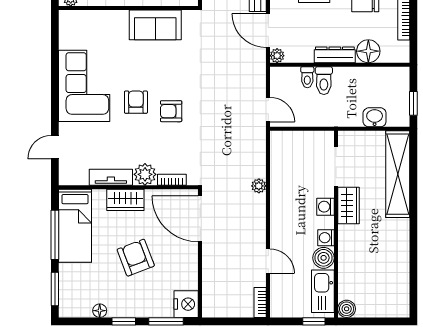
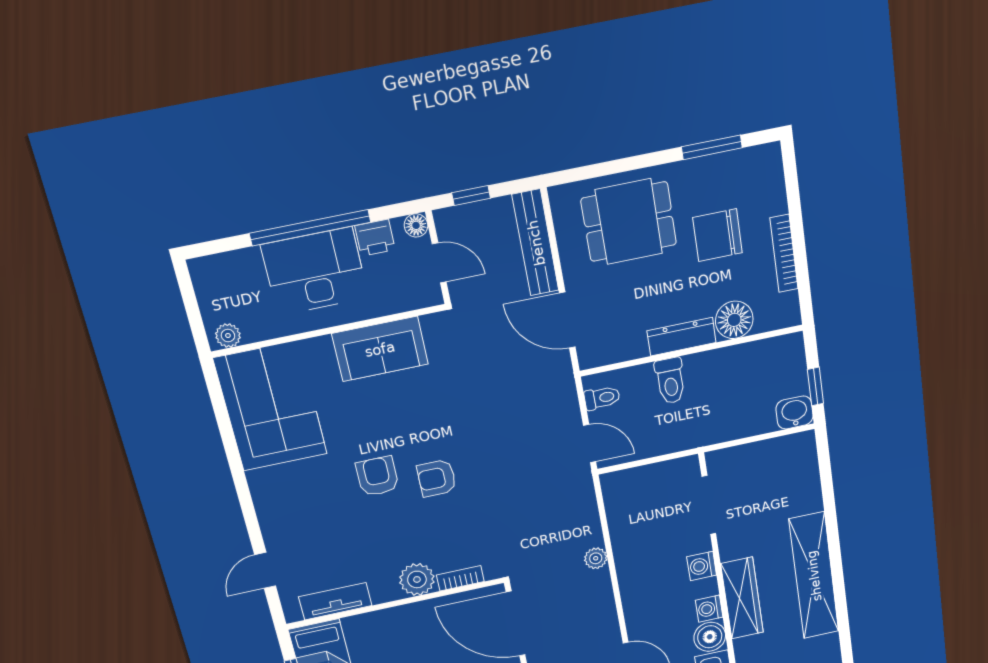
plant: (277, 56) -> (589, 357), removed
toilet: (307, 77) -> (602, 398), moved, turned -90
corner sofa: (84, 86) -> (271, 406), moved
washbasin: (375, 117) -> (794, 412), moved
shelving: (398, 174) -> (814, 576), moved
tv unit: (111, 177) -> (335, 601), moved
wardrobe: (125, 200) -> (395, 622), removed
wardrobe: (348, 206) -> (742, 598), moved, width x1.50

